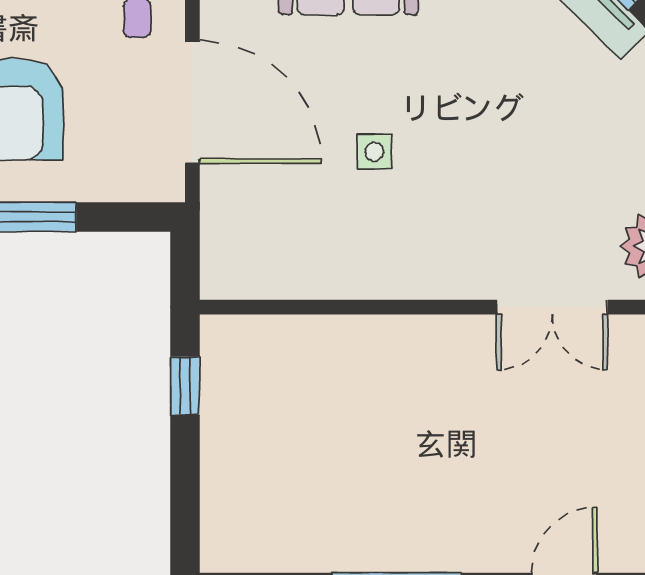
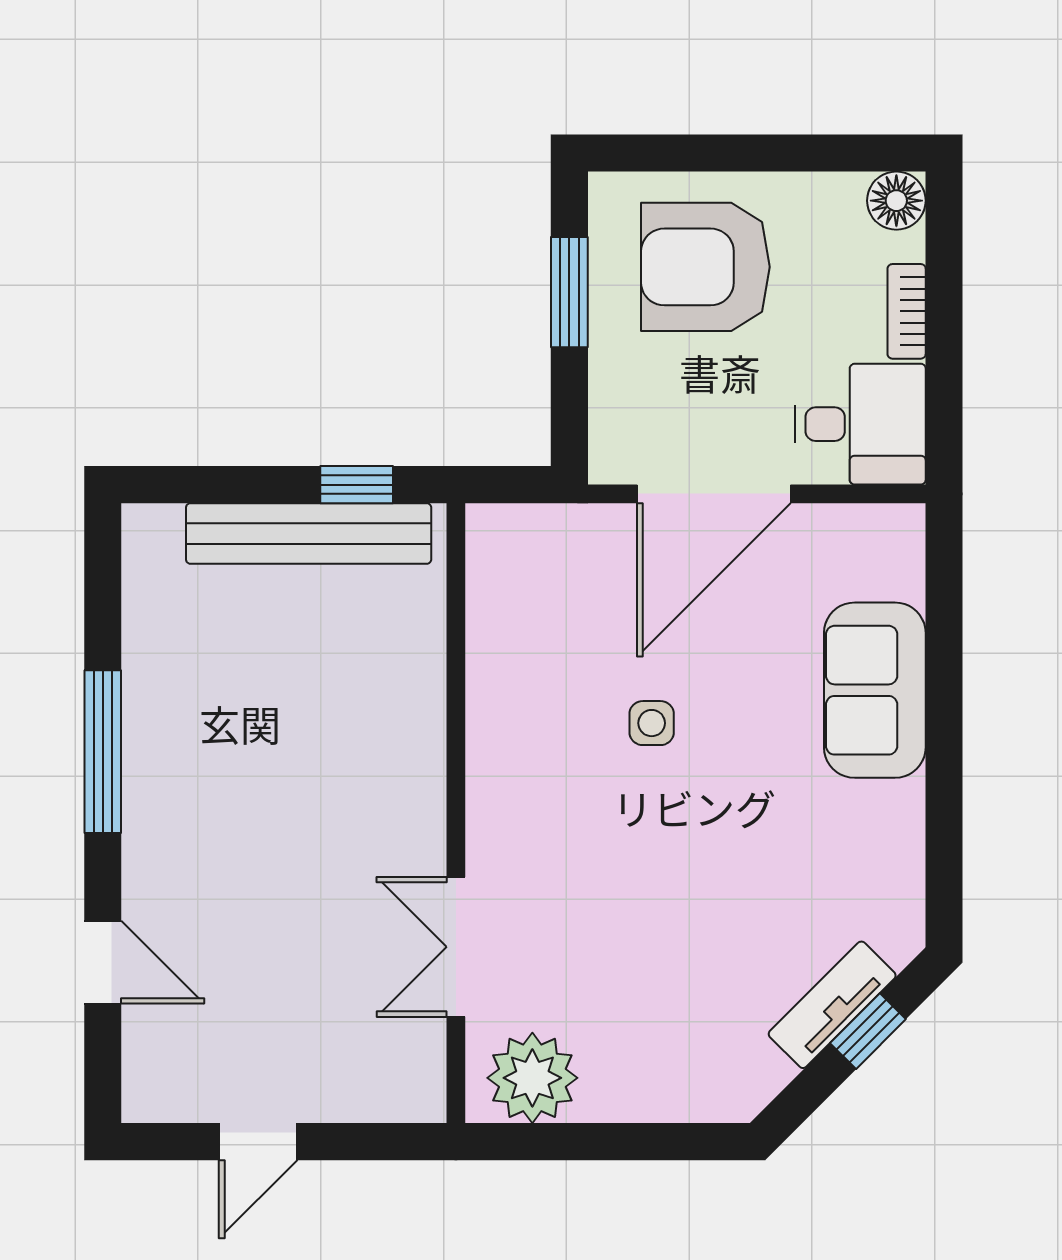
bench: (224, 424) -> (309, 533), added

